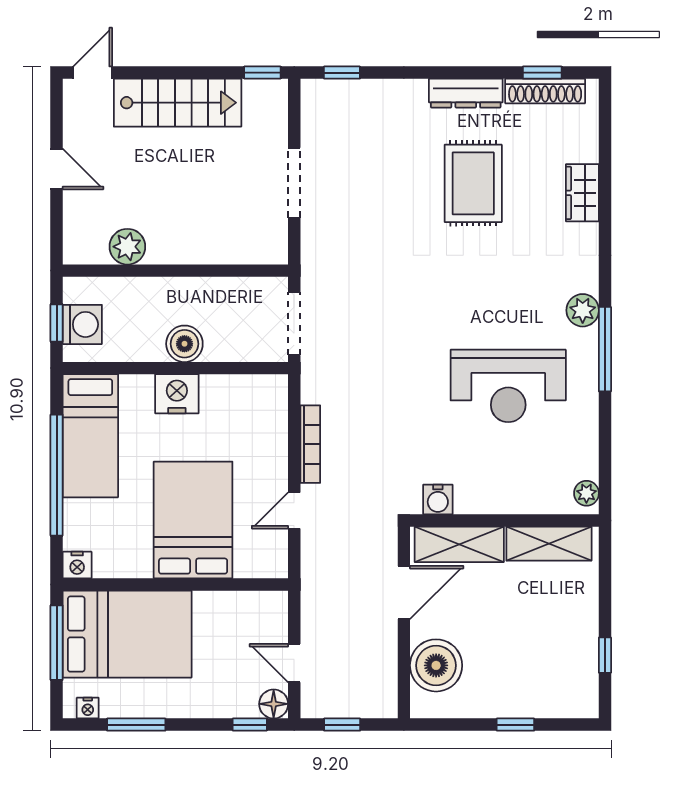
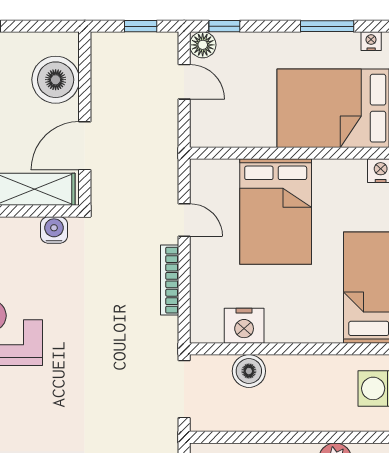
boiler: (184, 344) -> (249, 371), moved
nightstand: (177, 394) -> (244, 326), moved
door: (294, 510) -> (184, 220), hinge flipped

